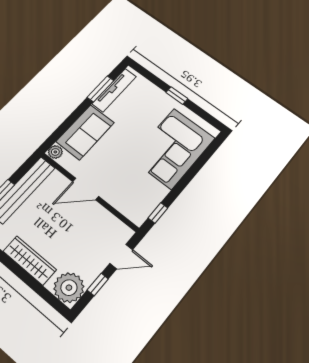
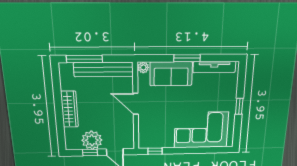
window: (100, 89) -> (187, 58), moved
plant: (69, 288) -> (92, 140), moved

